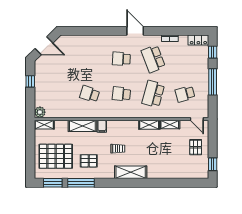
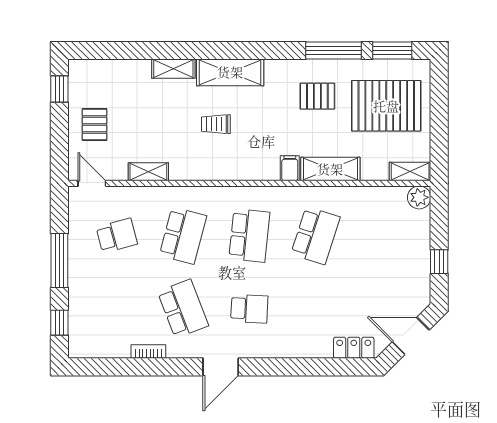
door: (135, 31) -> (221, 367), hinge flipped
locker: (198, 40) -> (354, 348), moved
school desk: (90, 94) -> (316, 236), width x1.85
school desk: (121, 94) -> (249, 236), width x1.85
shelving: (149, 125) -> (173, 69), moved
trolley: (118, 149) -> (216, 124), moved

